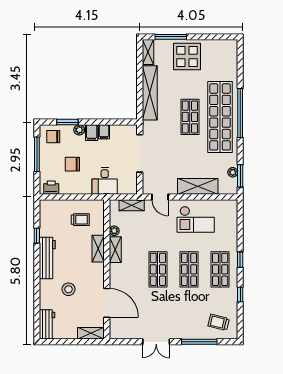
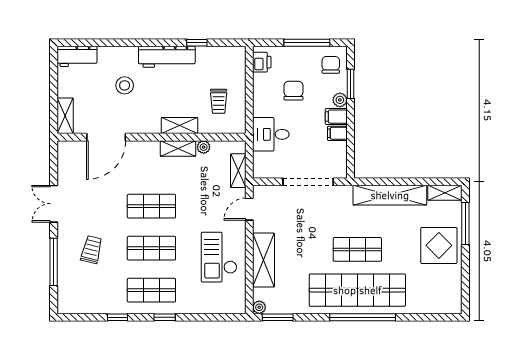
plant: (233, 172) -> (259, 307), moved
trolley: (219, 322) -> (92, 250), moved

